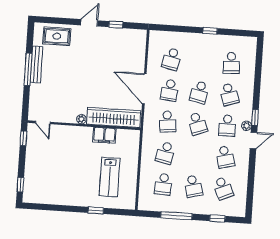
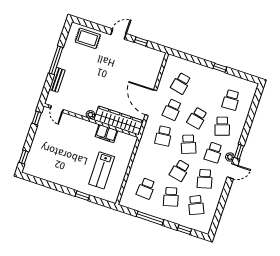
bench: (37, 65) -> (57, 80), moved, width x0.73
school desk: (165, 153) -> (180, 170), moved

